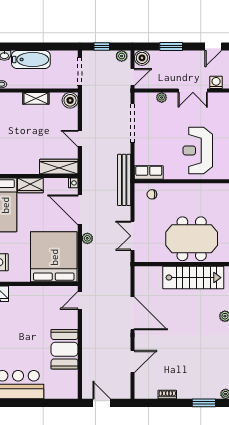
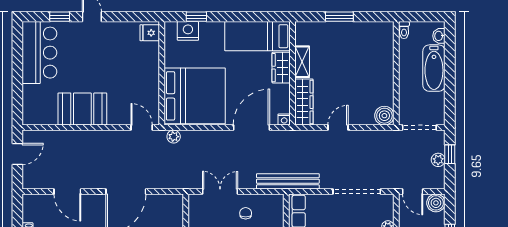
plant: (122, 56) -> (438, 160), moved
shelving: (36, 98) -> (302, 62), moved
chair: (152, 194) -> (246, 213), moved
plant: (87, 238) -> (174, 137), moved

